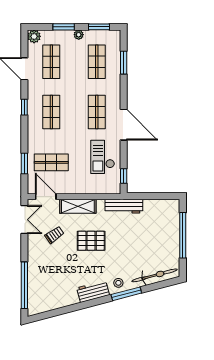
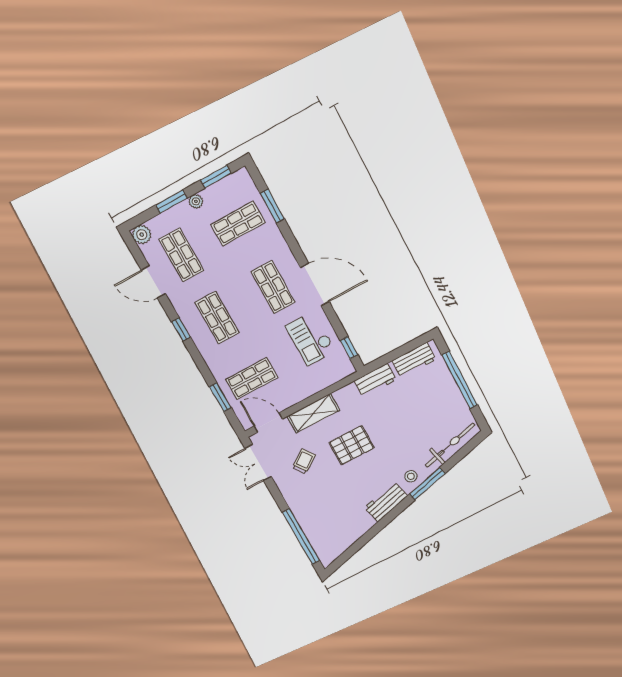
shop shelf: (97, 62) -> (238, 224), turned 90
workbench: (124, 206) -> (375, 380), width x0.73
workbench: (160, 206) -> (414, 360), added
double door: (24, 220) -> (258, 463), swing flipped

